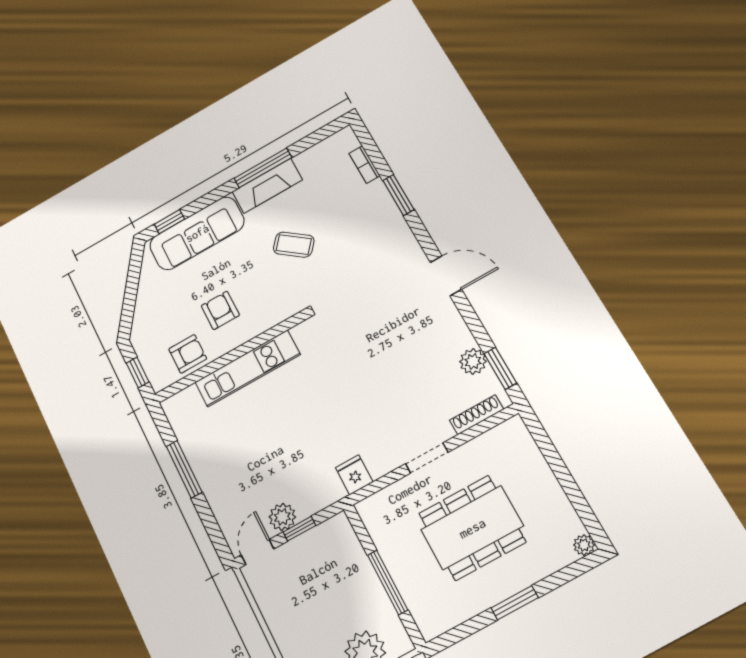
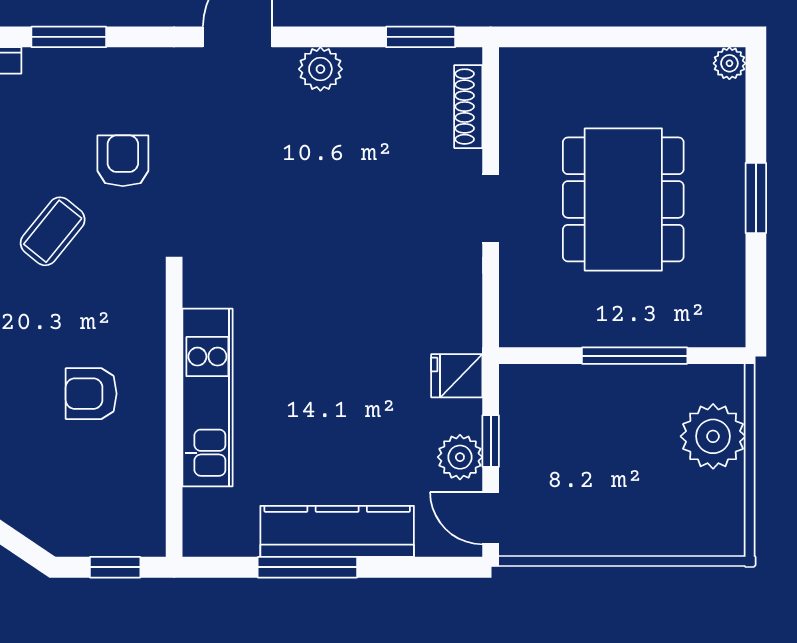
armchair: (188, 354) -> (123, 161), moved
plant: (473, 361) -> (320, 69), moved
kitchen counter: (210, 474) -> (337, 531), added
fridge: (354, 475) -> (457, 376), moved

